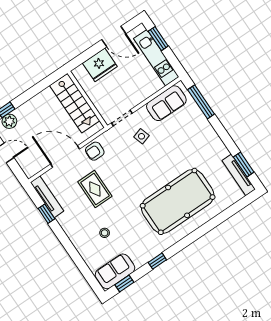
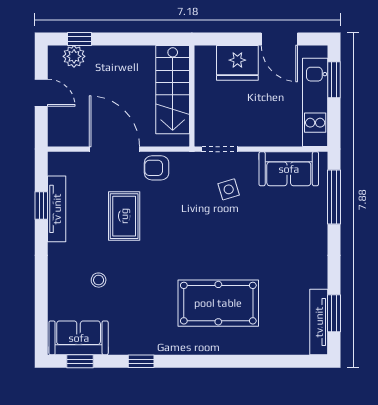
tv unit: (47, 197) -> (57, 209), moved
pool table: (178, 201) -> (218, 303), width x0.73, depth x0.76

